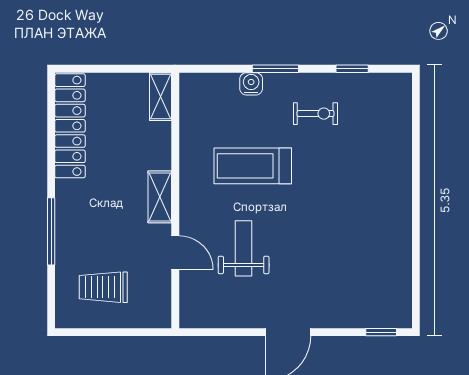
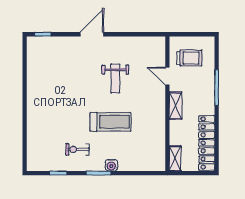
shelving: (161, 97) -> (175, 158), moved
shelving: (160, 197) -> (176, 106), moved
wall: (175, 200) -> (167, 104), moved
door: (175, 253) -> (167, 76), moved

